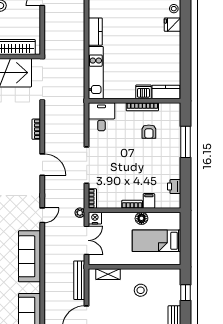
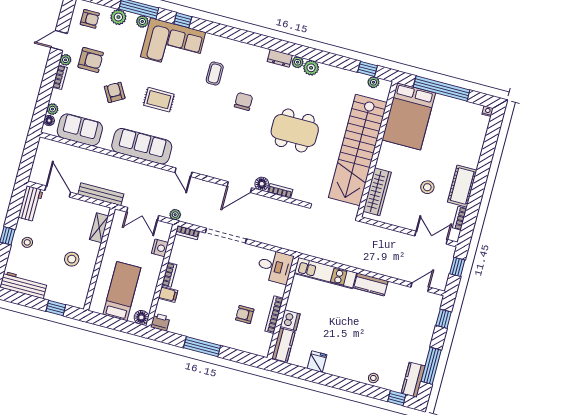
fridge: (172, 25) -> (317, 362), moved
window: (185, 142) -> (202, 347), moved
floor lamp: (34, 146) -> (262, 184), added
printer: (174, 187) -> (160, 322), moved
nightstand: (95, 218) -> (160, 248), moved
floor lamp: (141, 218) -> (141, 317), moved

